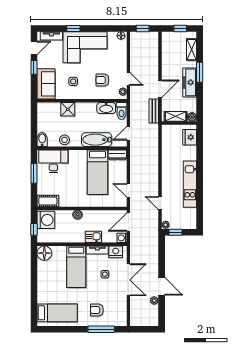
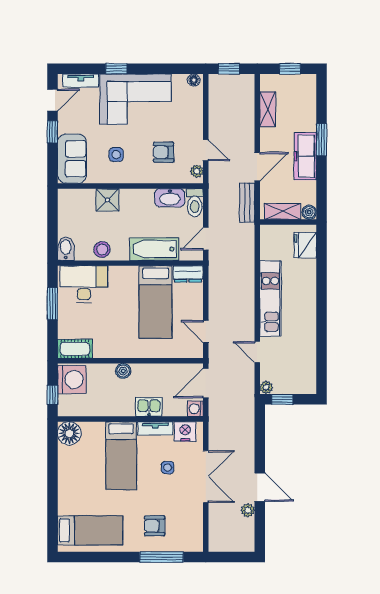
shelving: (192, 50) -> (268, 109), moved
kitchen unit: (190, 184) -> (270, 298), moved, turned 180

